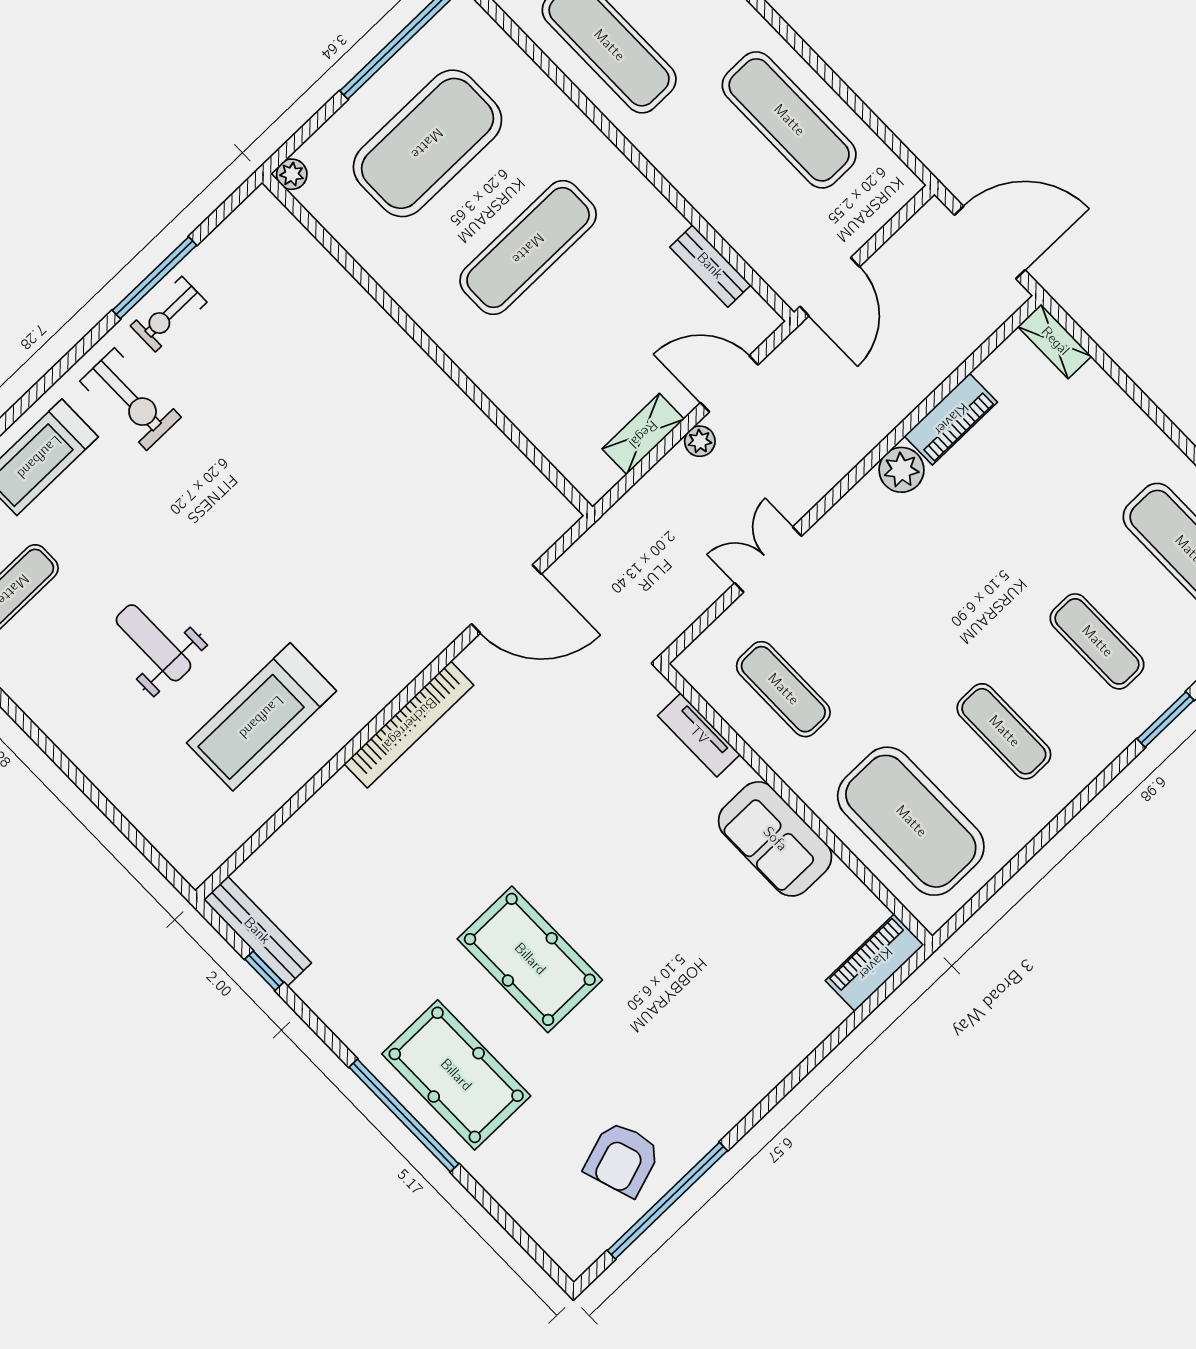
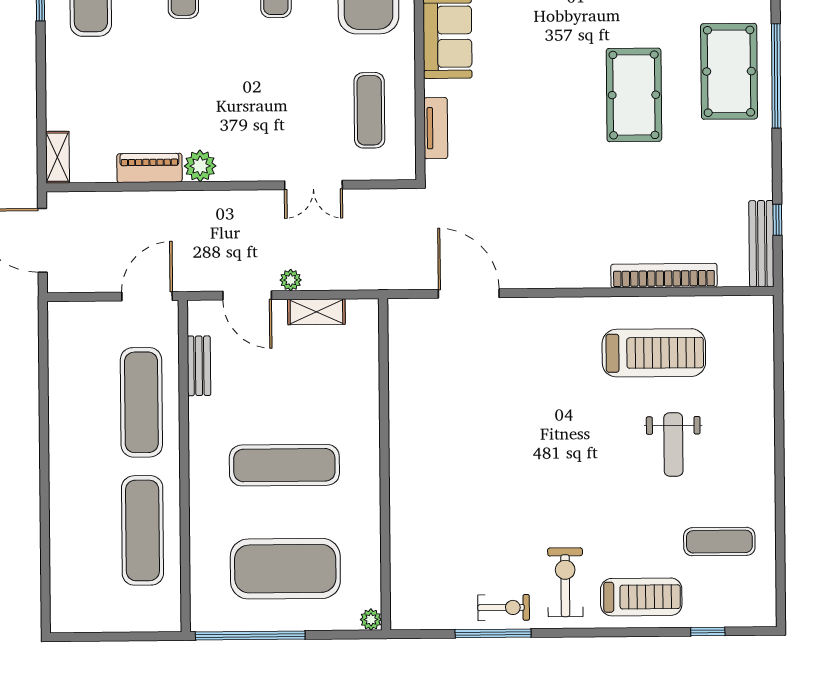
exercise mat: (789, 120) -> (141, 402), moved
bookcase: (409, 724) -> (664, 276), moved

